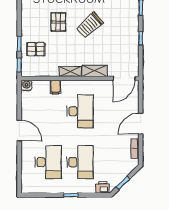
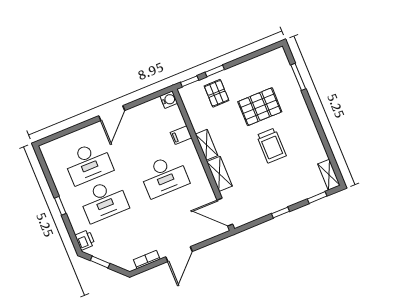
pallet: (58, 22) -> (260, 107), width x1.50, depth x1.42
trolley: (90, 25) -> (271, 146), turned -138
door: (141, 124) -> (179, 254), swing flipped

